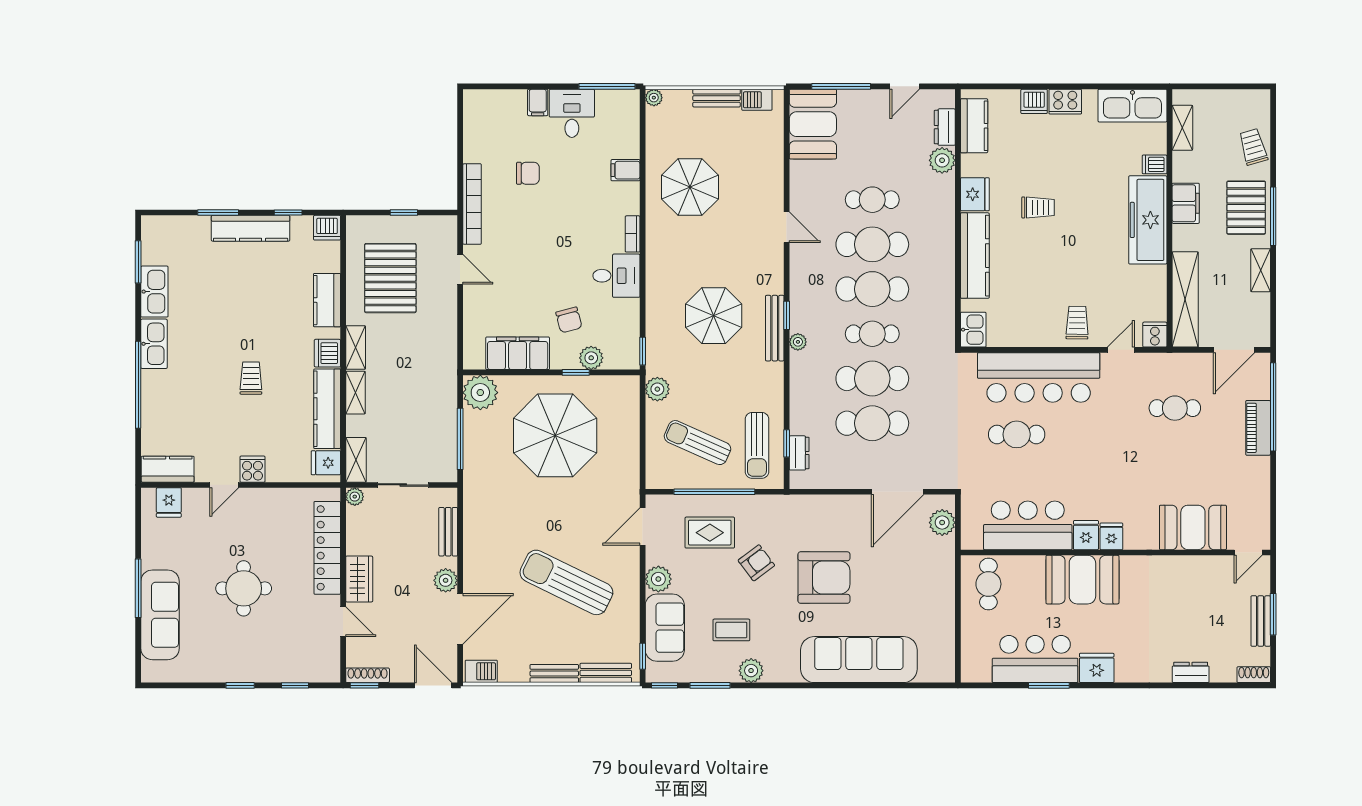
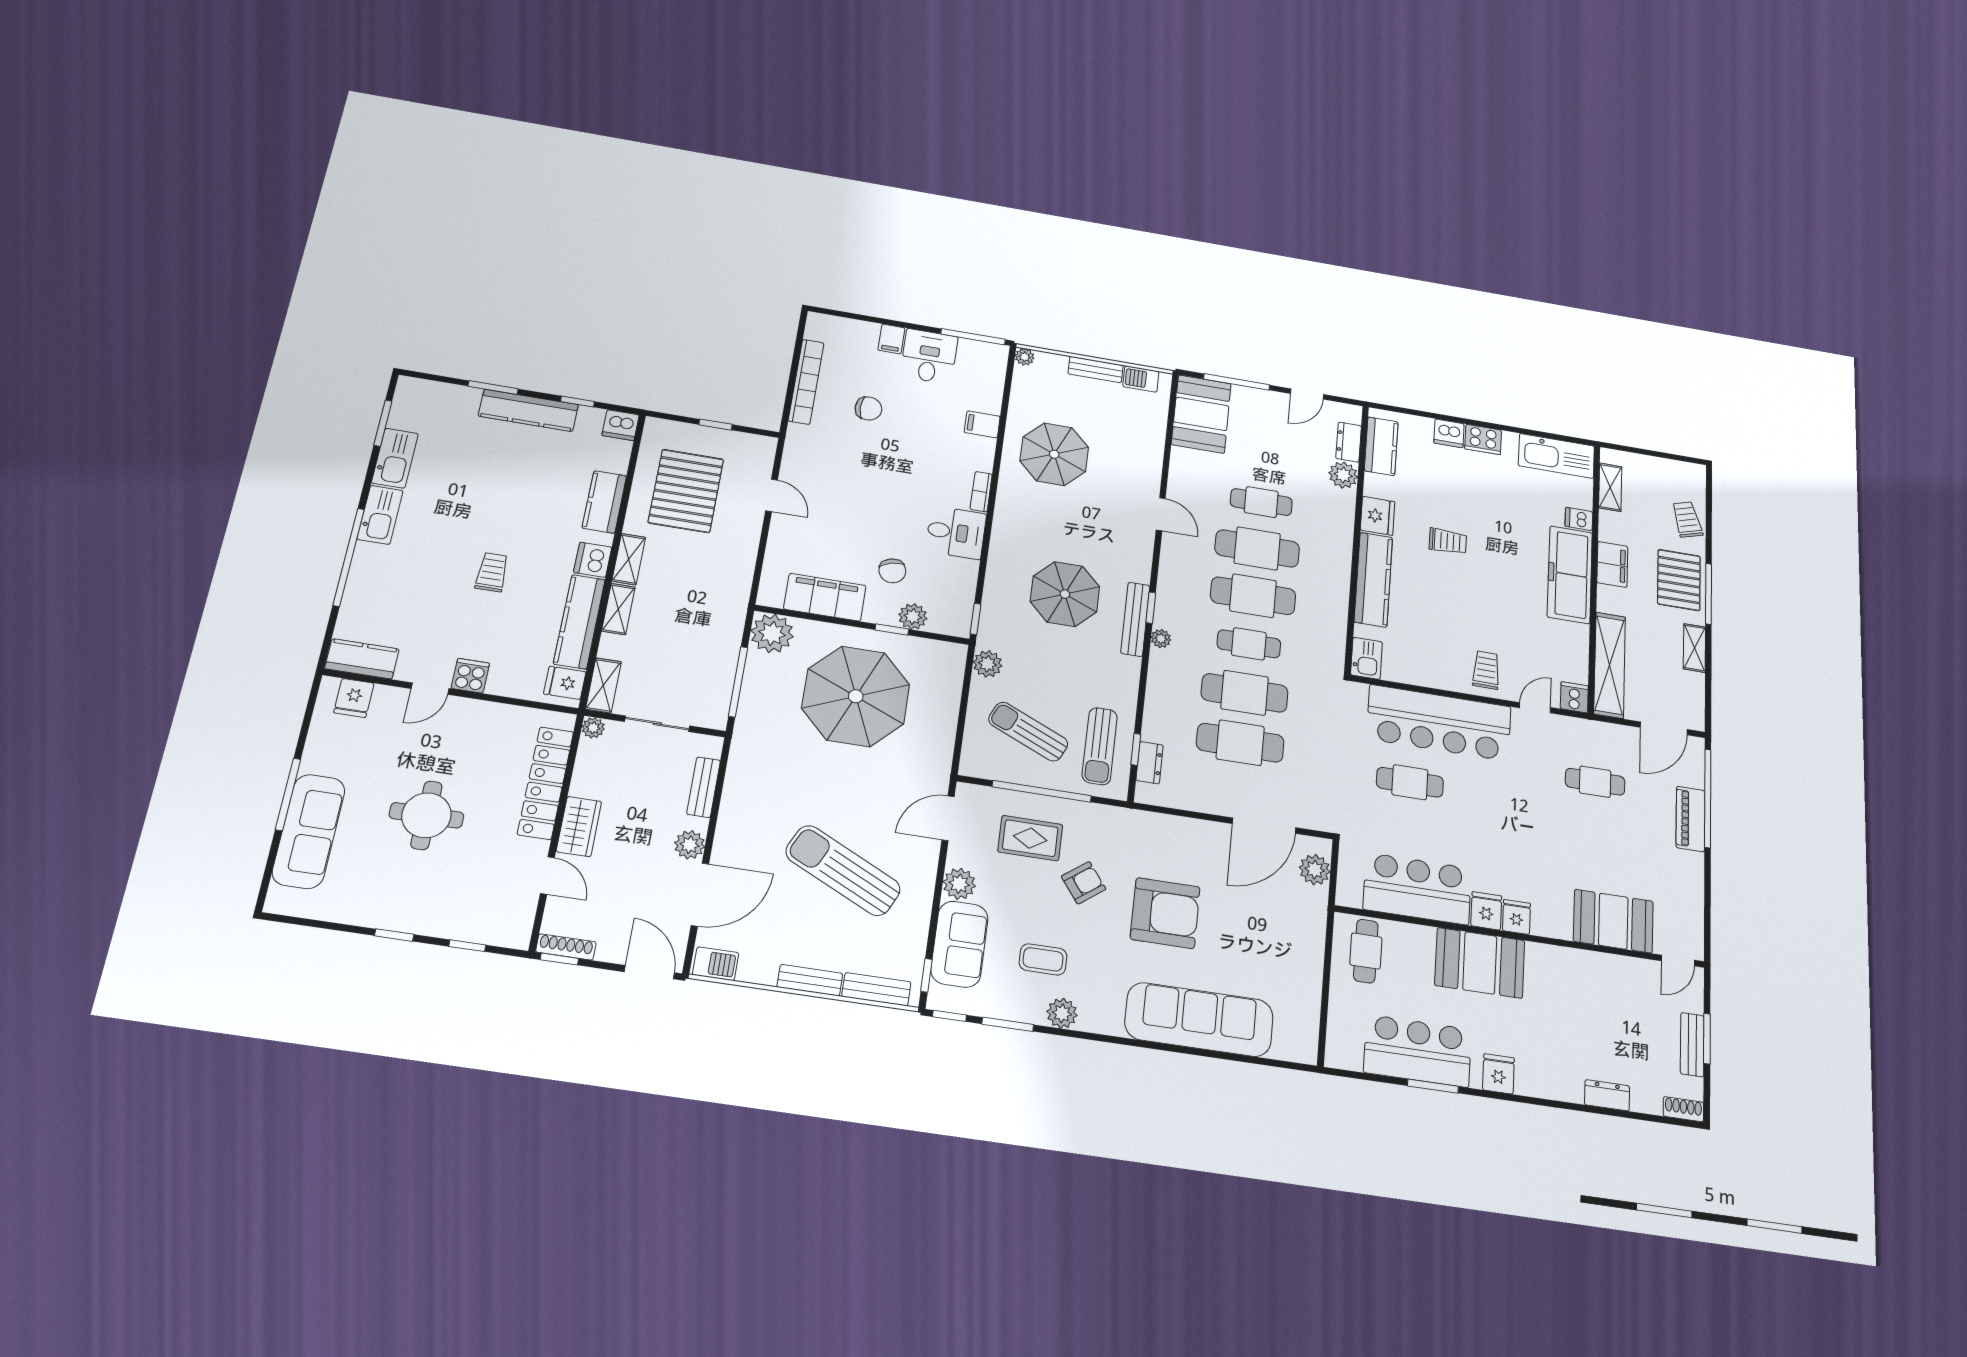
bookcase: (472, 204) -> (806, 382), moved
fridge: (1097, 668) -> (1498, 1074), width x0.72

